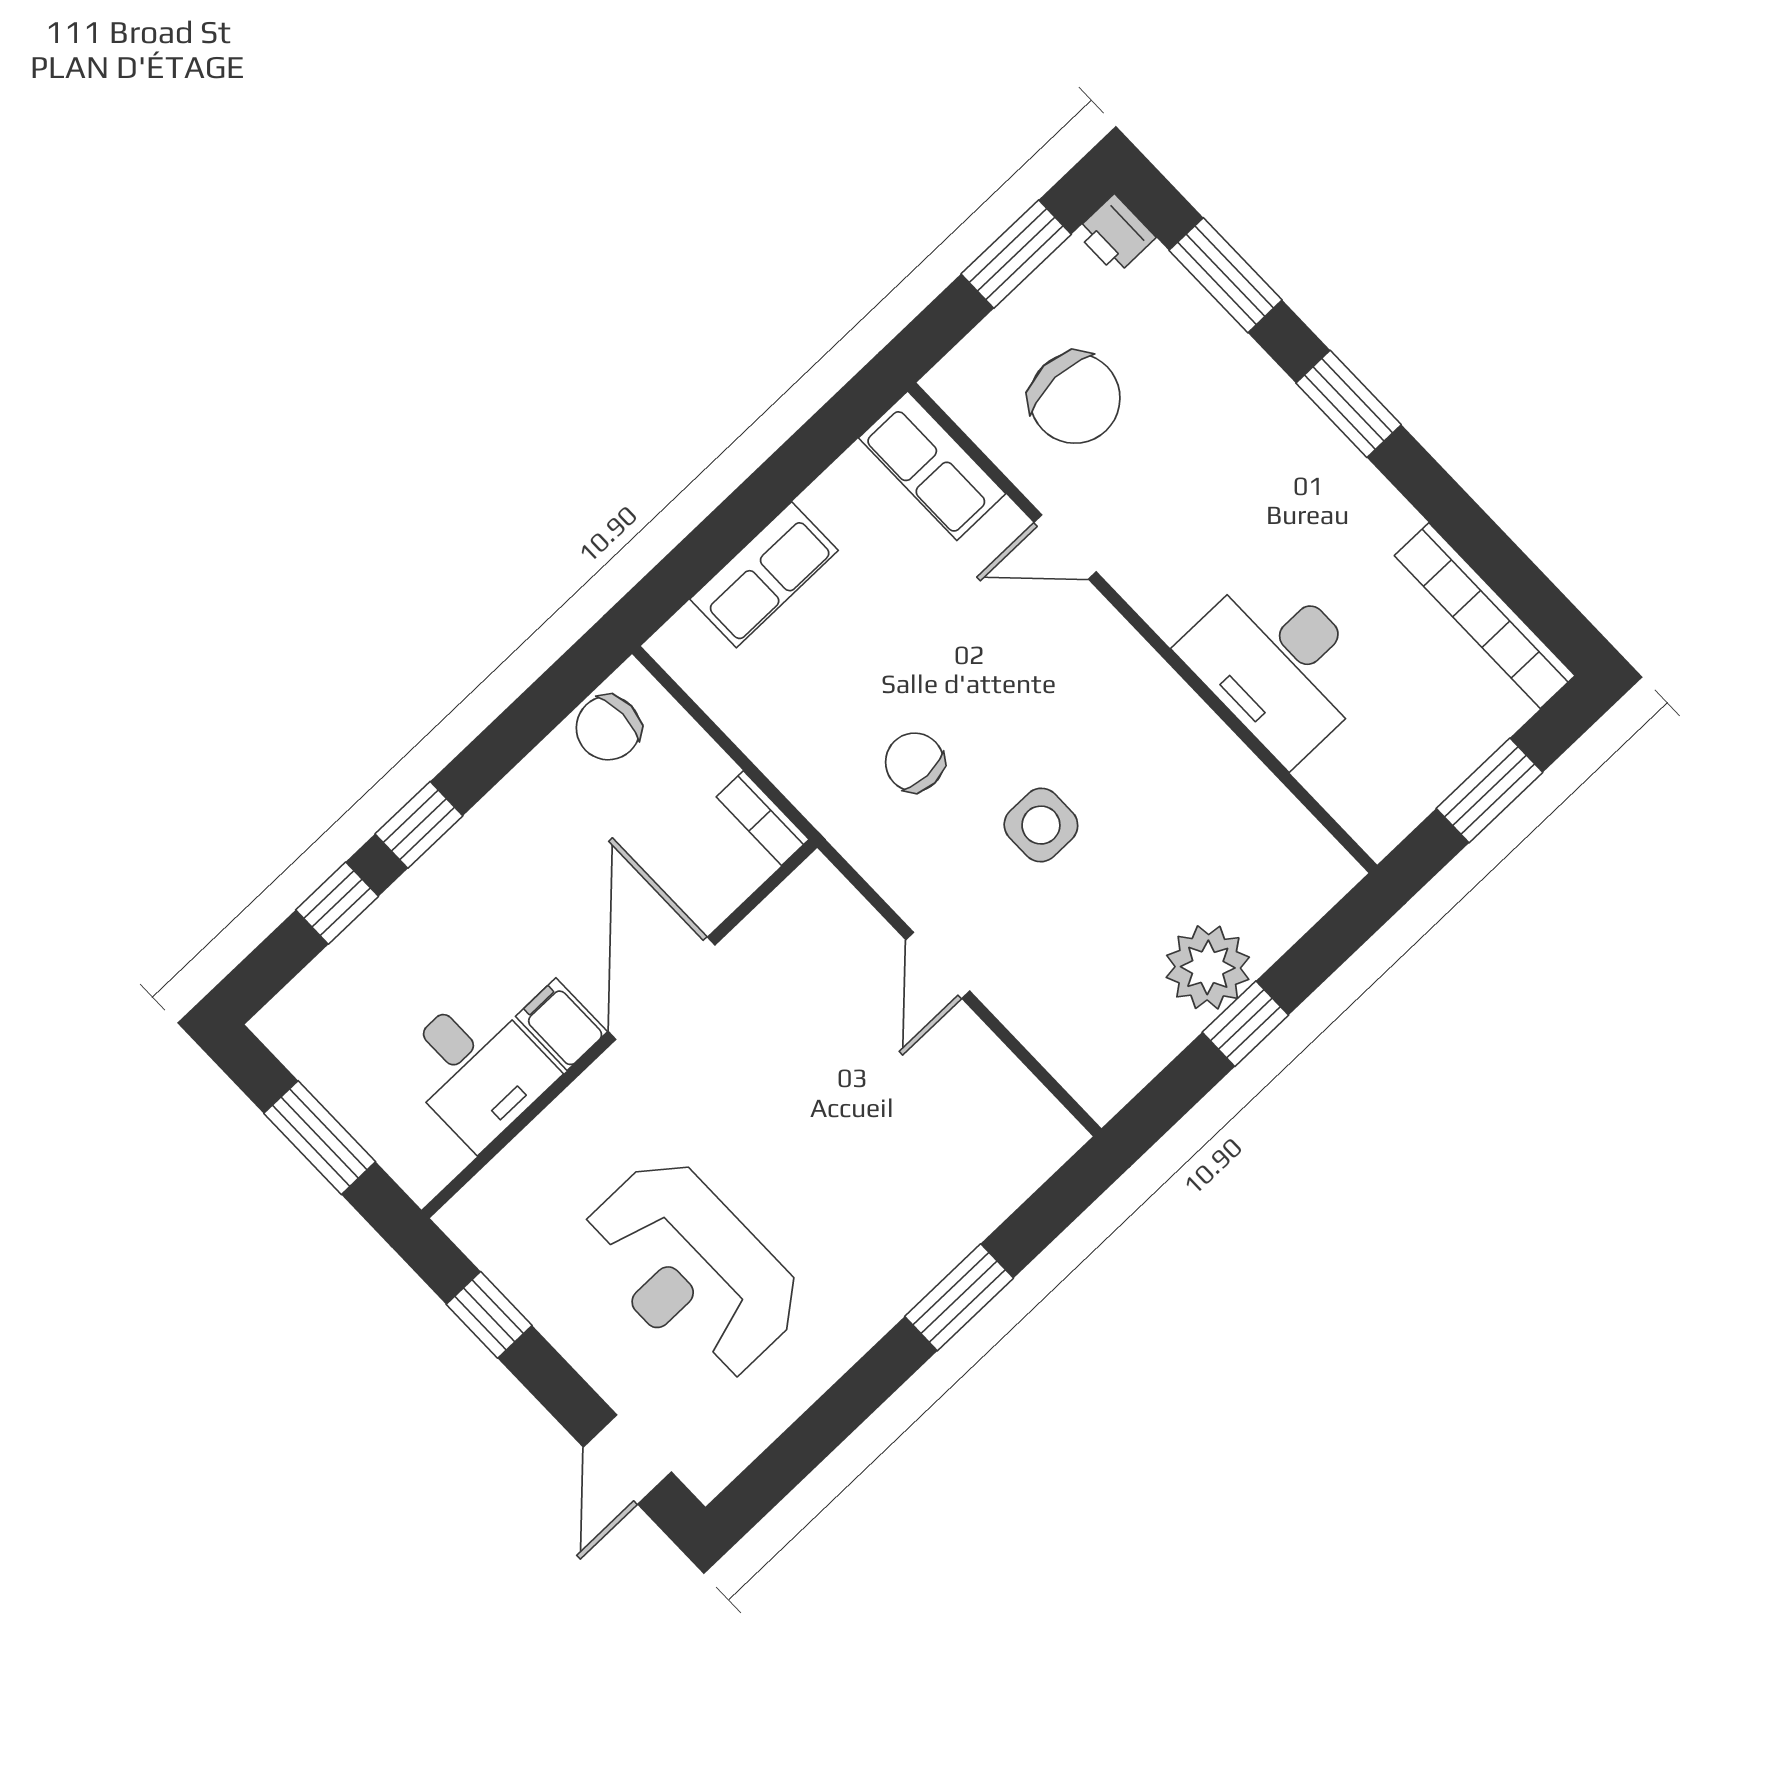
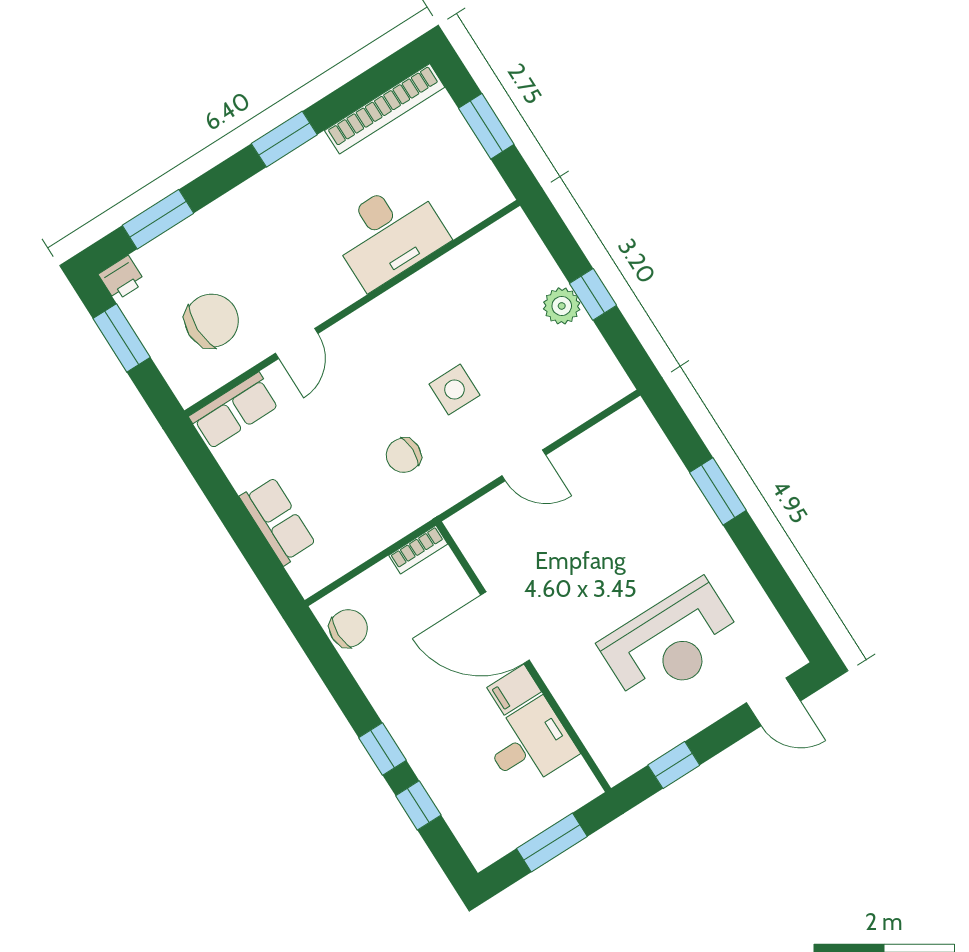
window: (1349, 404) -> (284, 139), moved
chair: (608, 728) -> (348, 628), turned -90
plant: (1208, 967) -> (562, 306), width x0.73, depth x0.73

